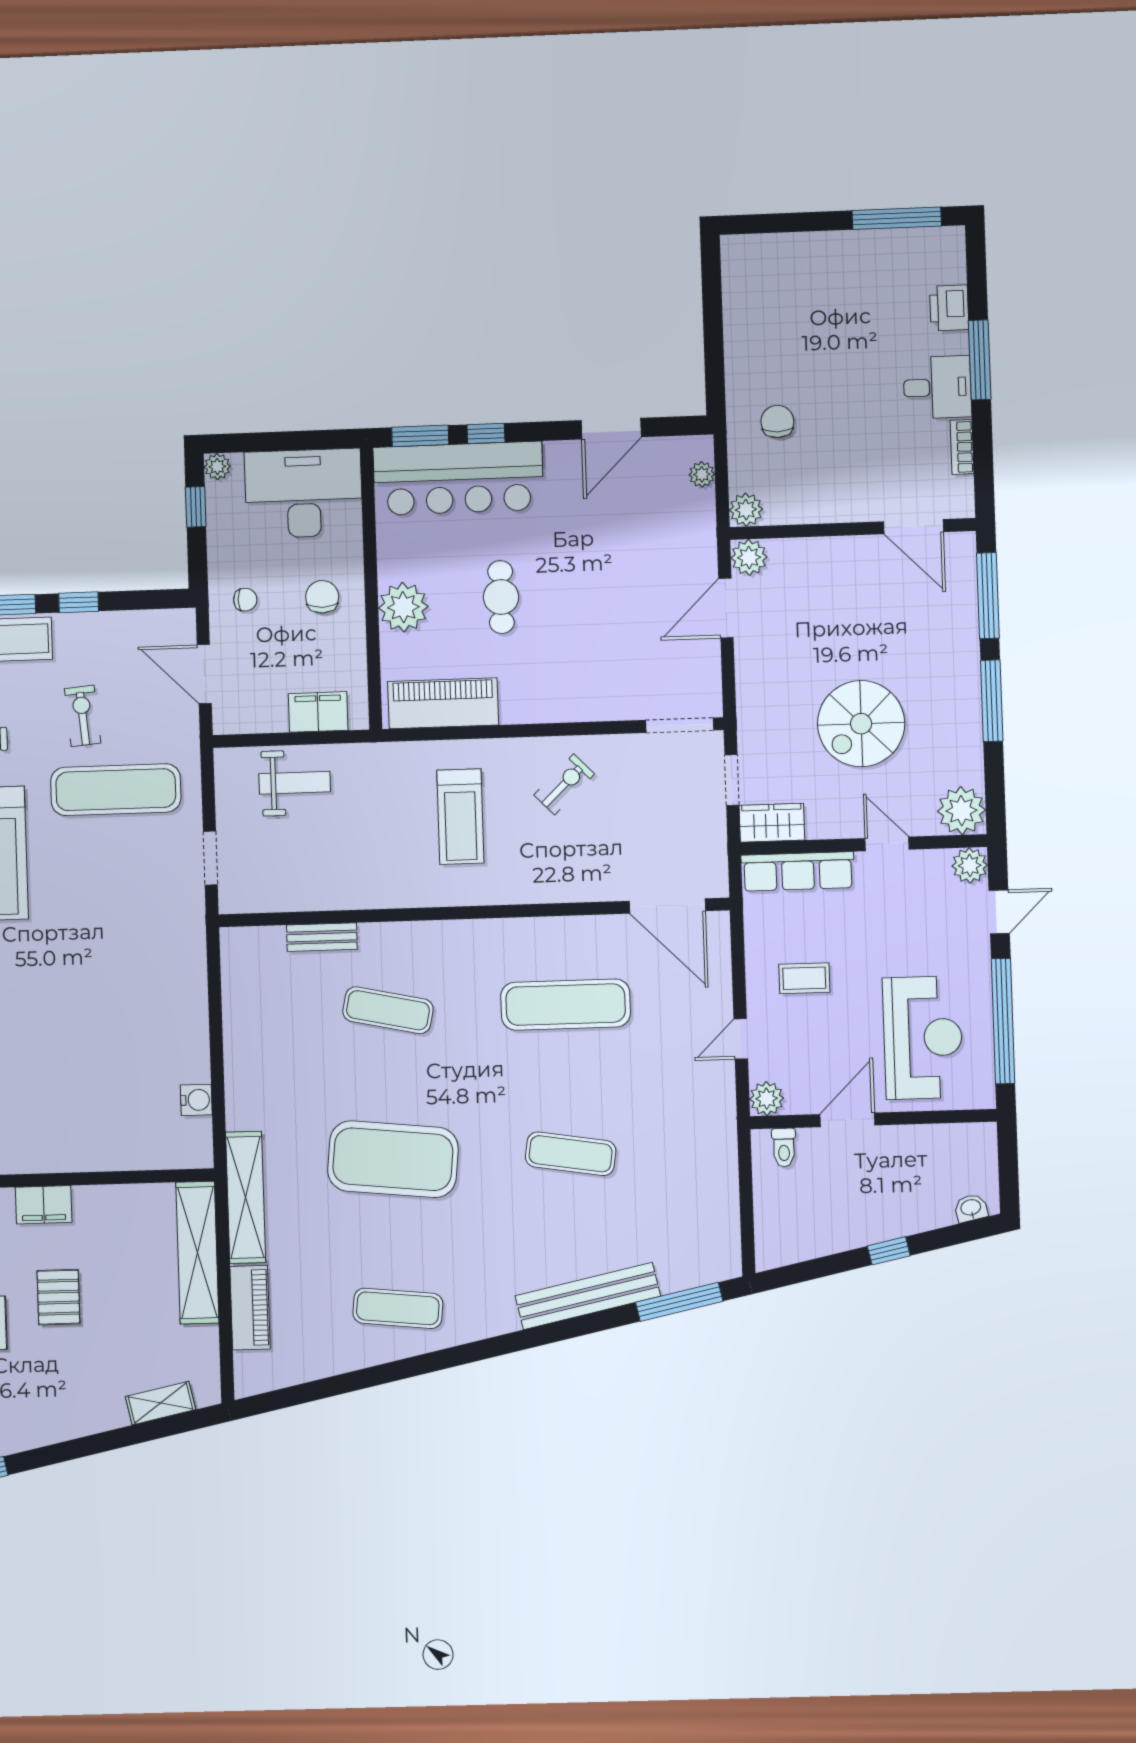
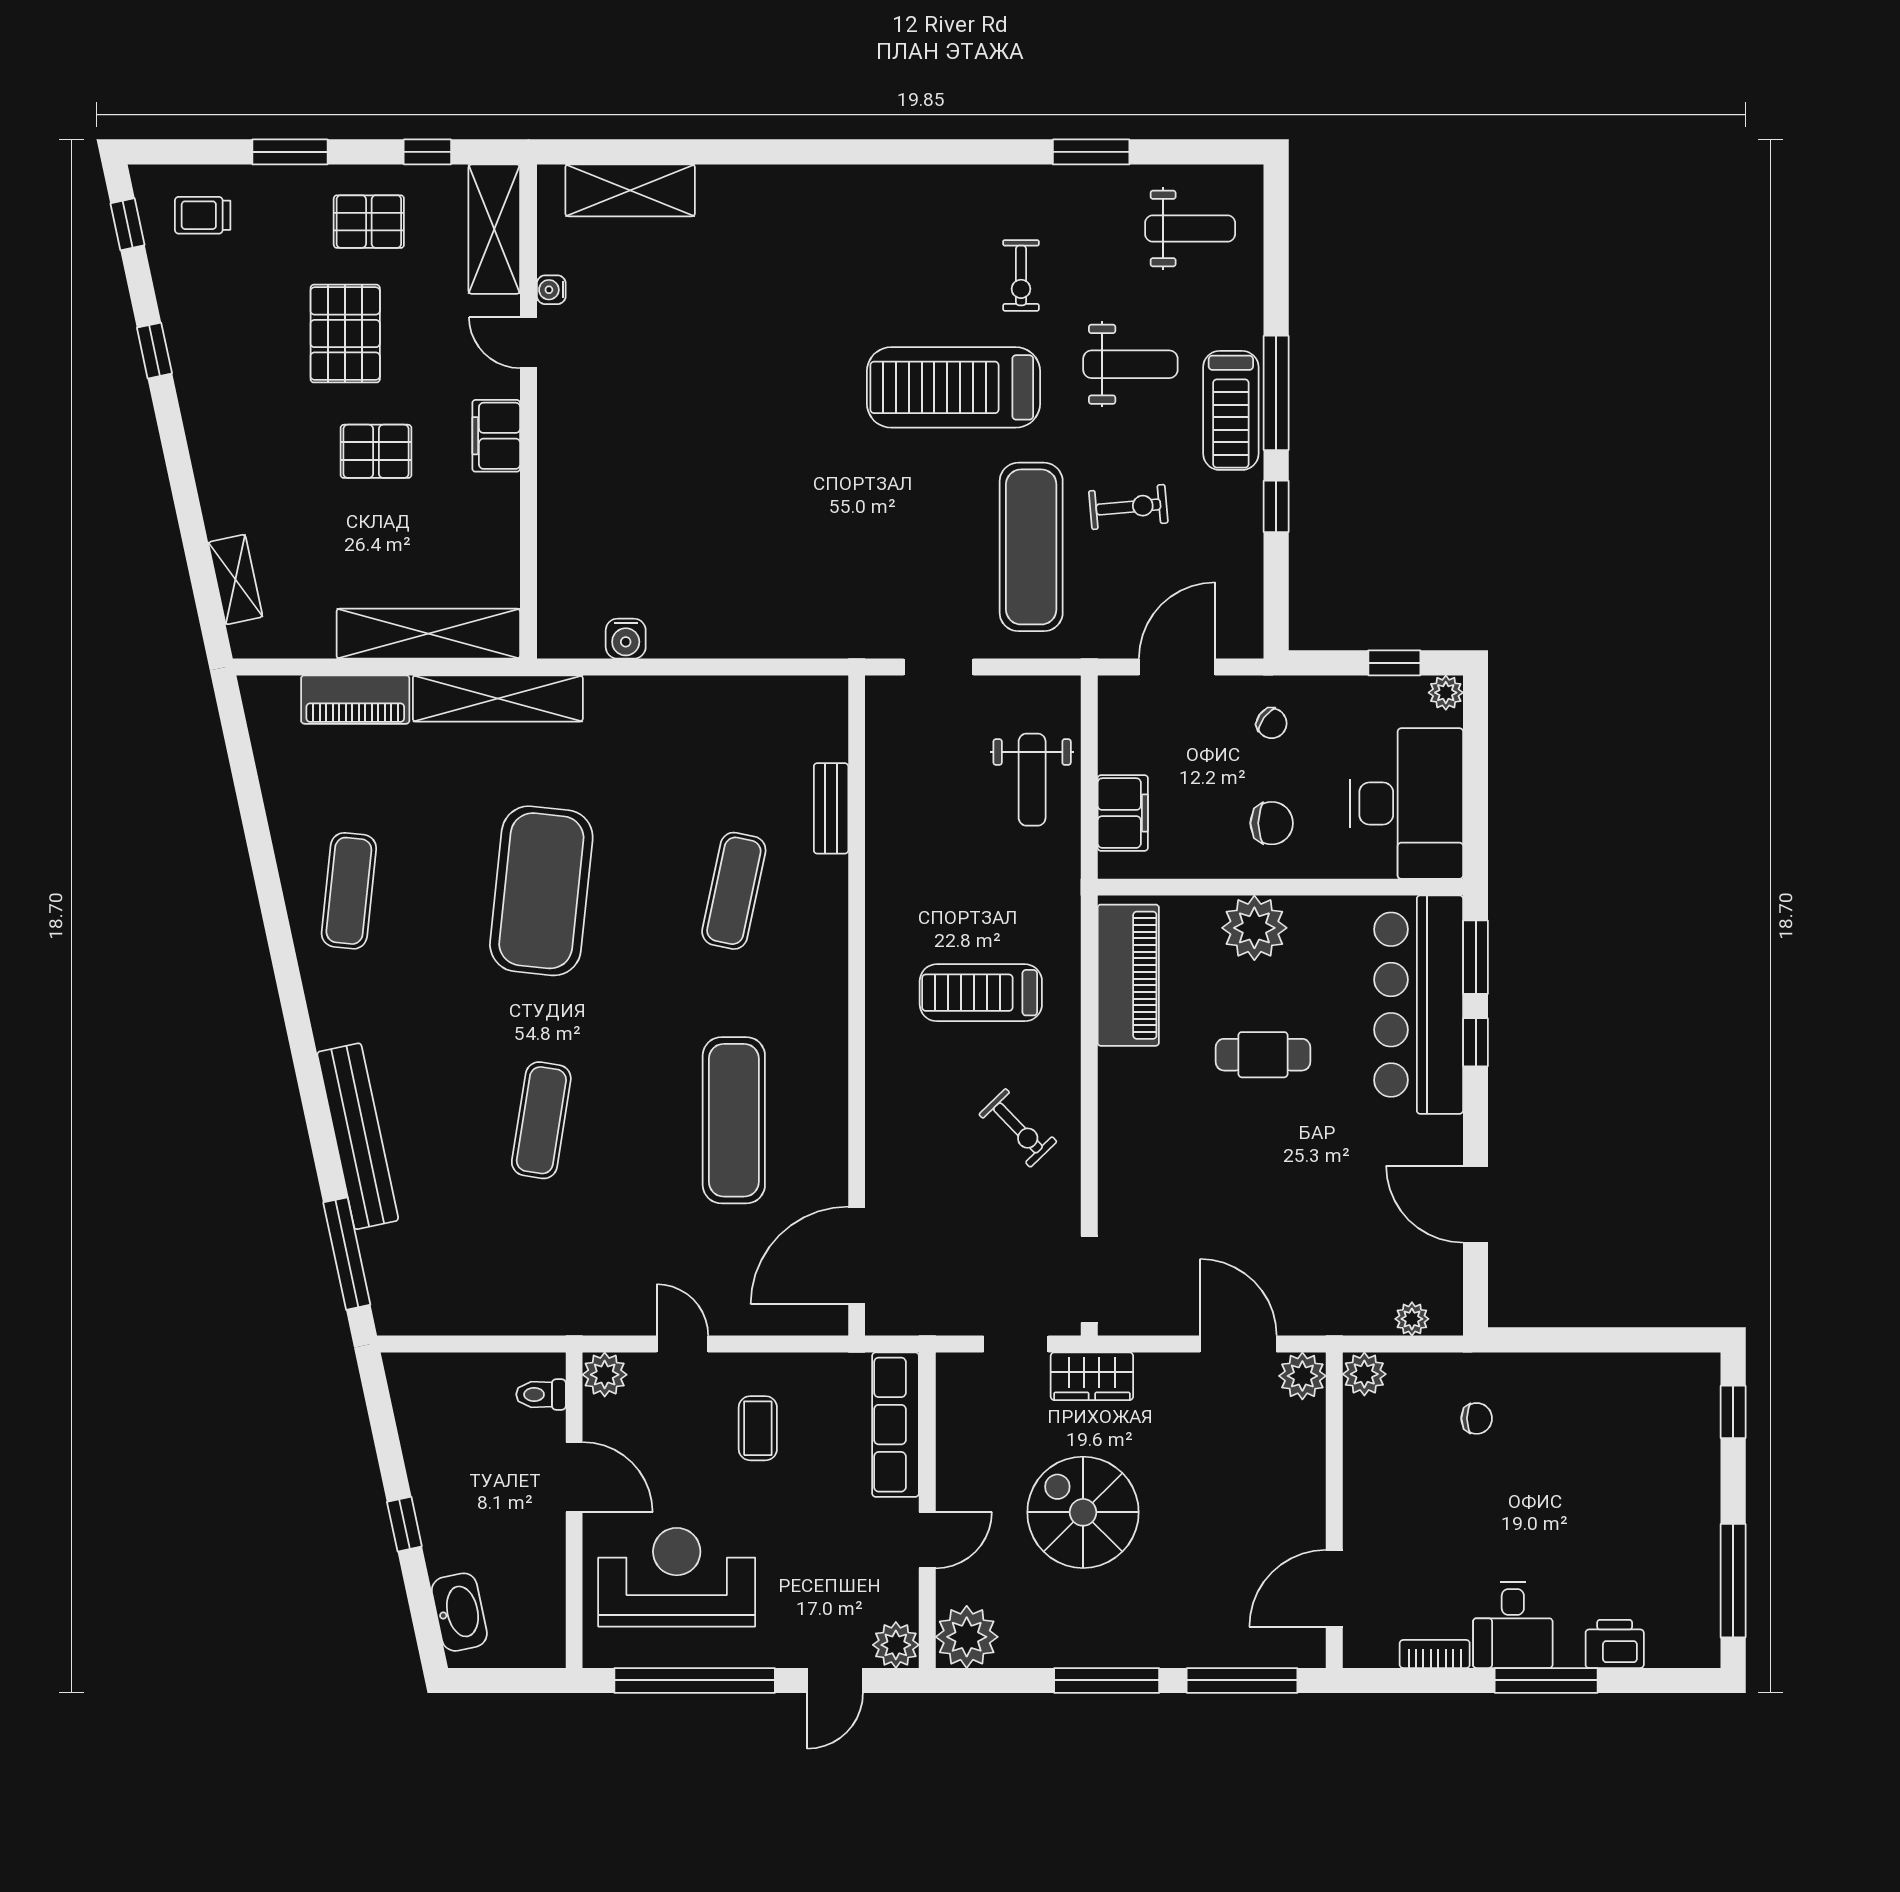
window: (765, 224) -> (1733, 1412), added
chair: (777, 421) -> (1477, 1418), width x0.73, depth x0.73
chair: (245, 600) -> (1272, 723), turned -54
wardrobe: (772, 823) -> (1092, 1376), moved, turned 90
door: (999, 912) -> (835, 1680), hinge flipped
reception desk: (923, 1038) -> (677, 1577), turned 180
washbasin: (971, 1208) -> (459, 1612), width x1.91, depth x1.45

